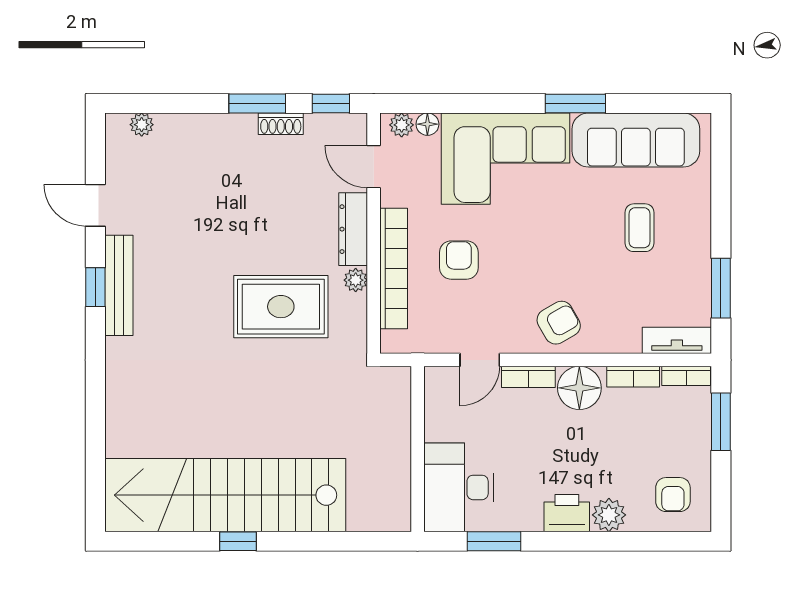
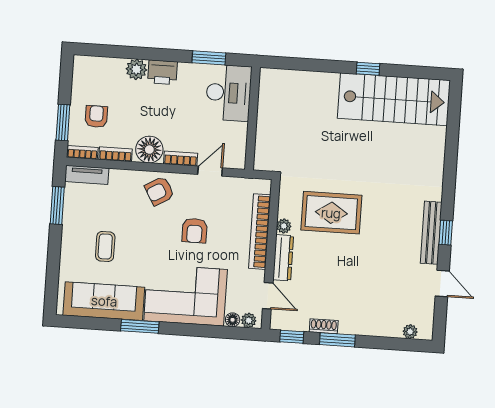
armchair: (459, 260) -> (195, 231), moved
stairs: (225, 495) -> (394, 99), width x0.73
armchair: (673, 495) -> (96, 116), moved

